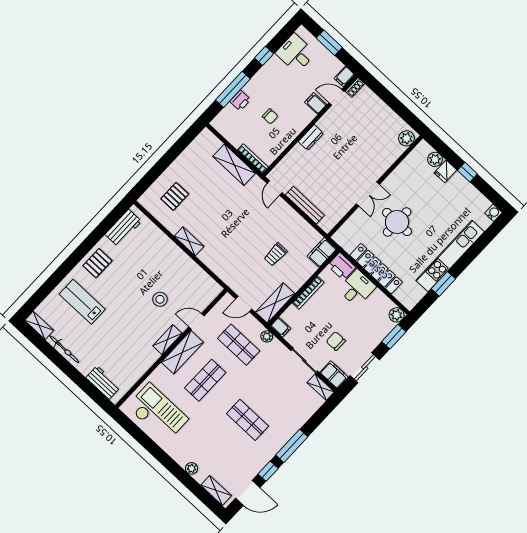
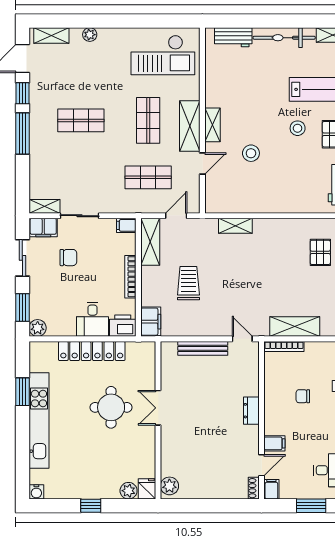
fridge: (445, 171) -> (147, 489), moved
shelving: (189, 241) -> (235, 226), moved
trolley: (275, 255) -> (188, 283), width x1.36, depth x1.39
stool: (116, 288) -> (298, 128), added
plant: (267, 336) -> (131, 207), removed
bicycle: (64, 349) -> (284, 38), width x1.37, depth x1.40

